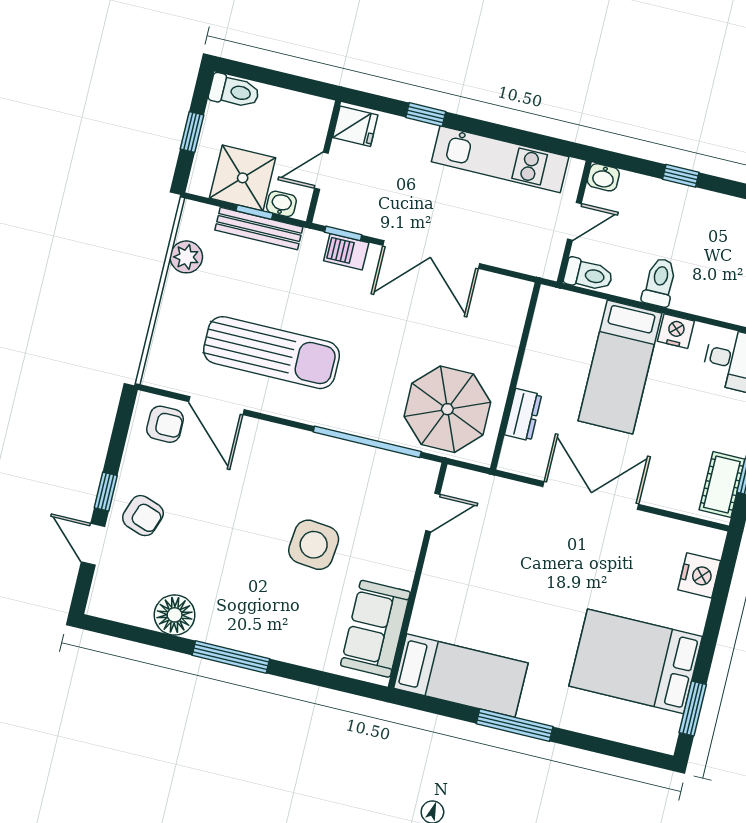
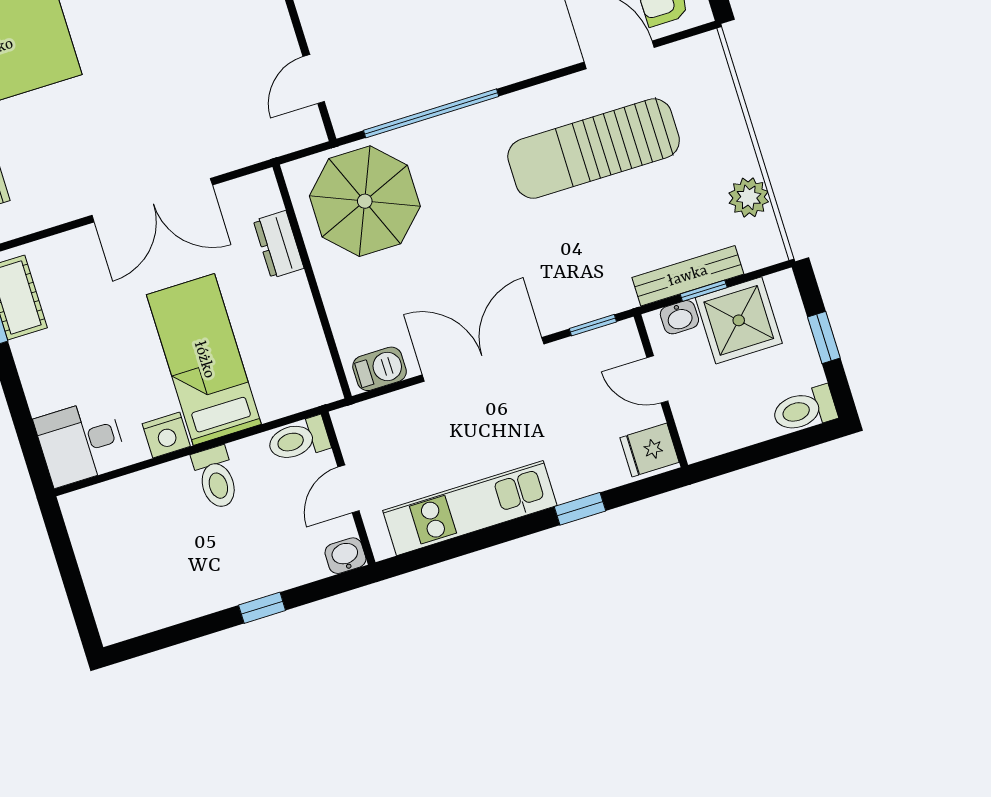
door: (321, 171) -> (657, 379), swing flipped
barbecue: (346, 252) -> (380, 369), moved

